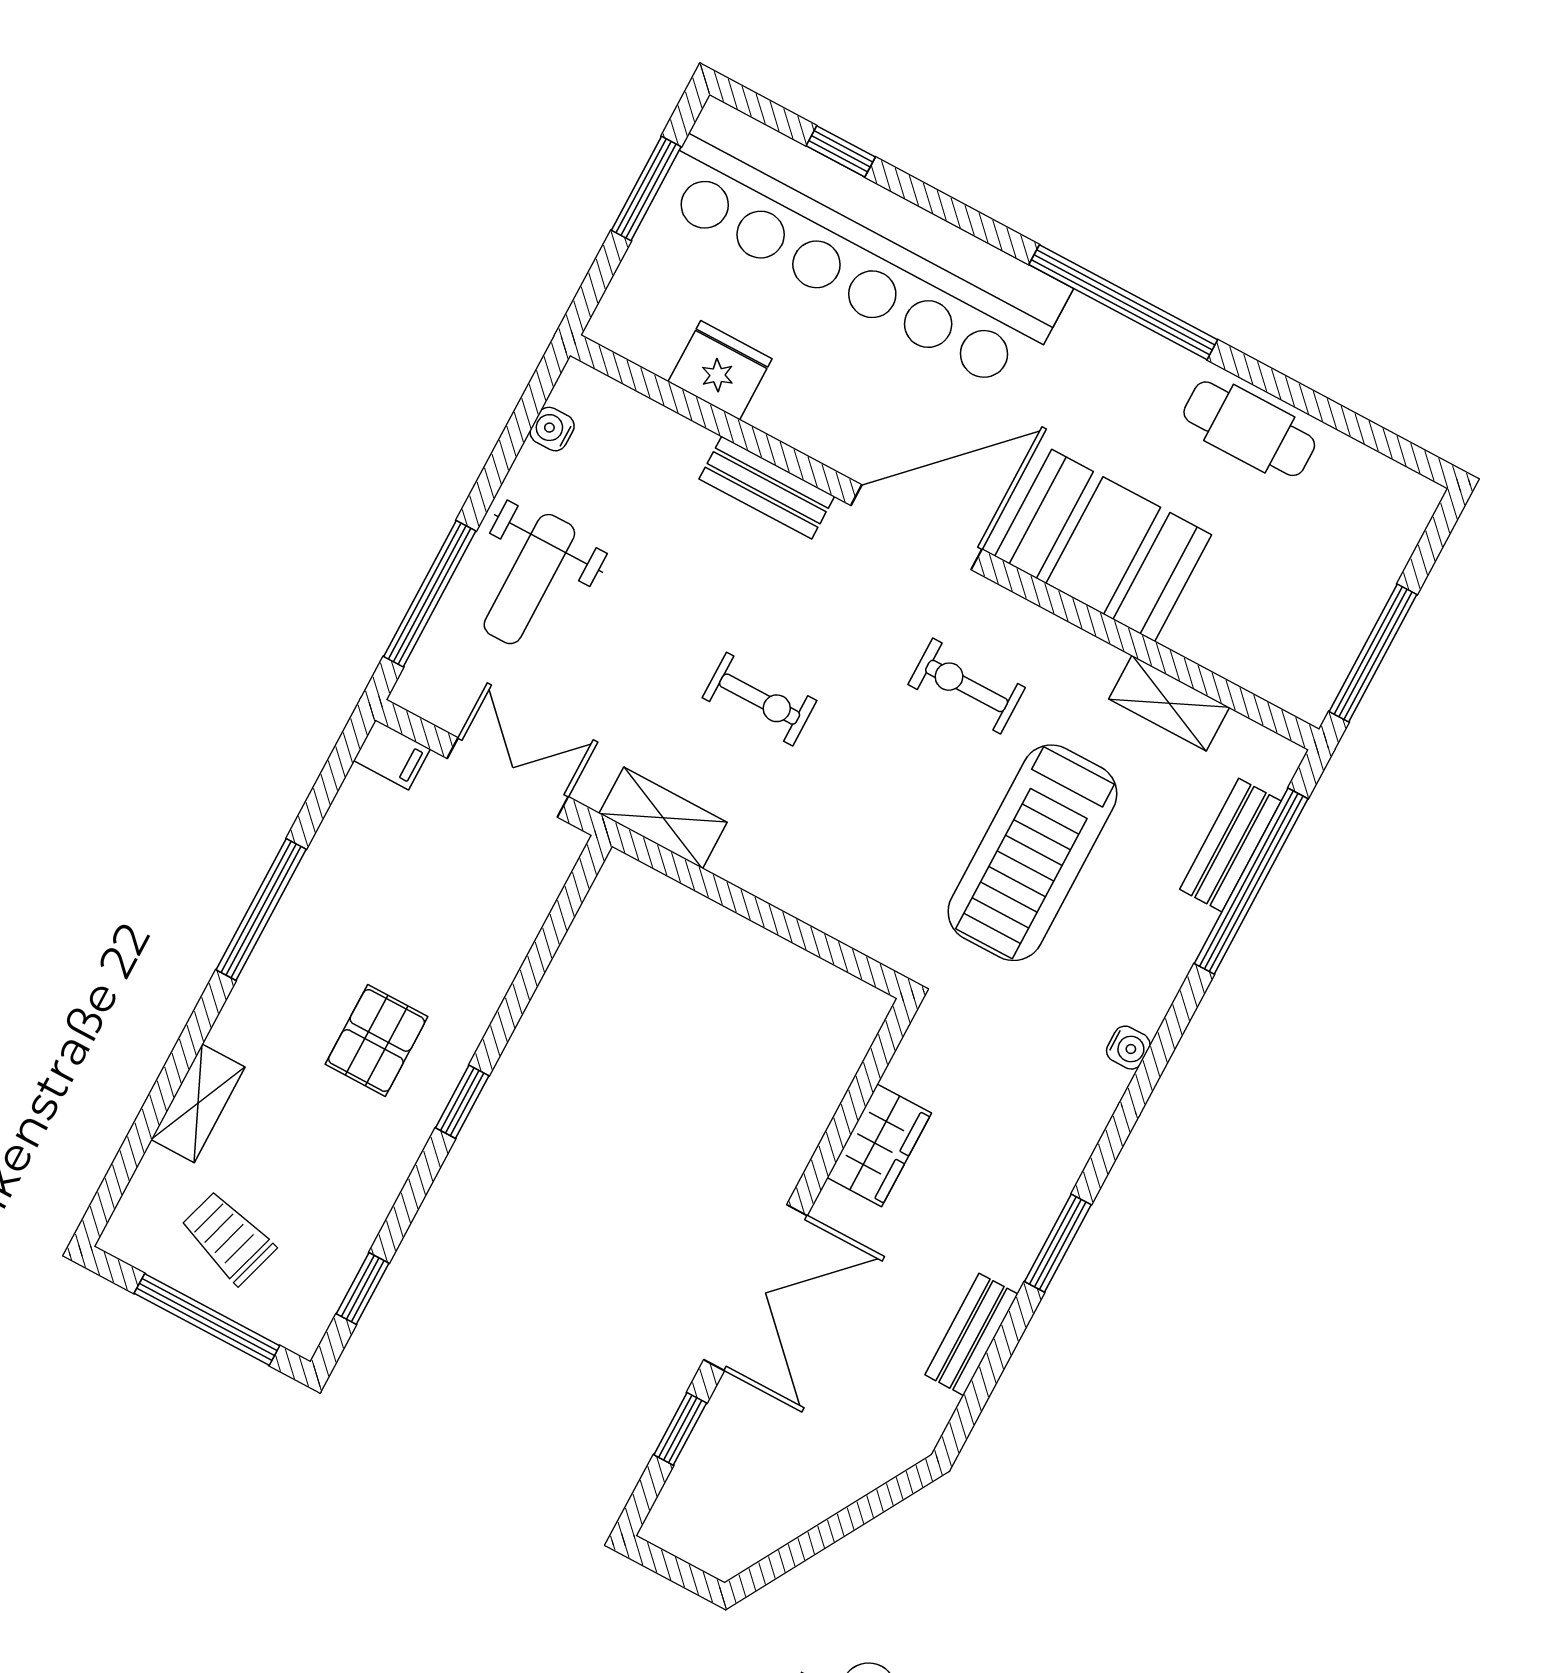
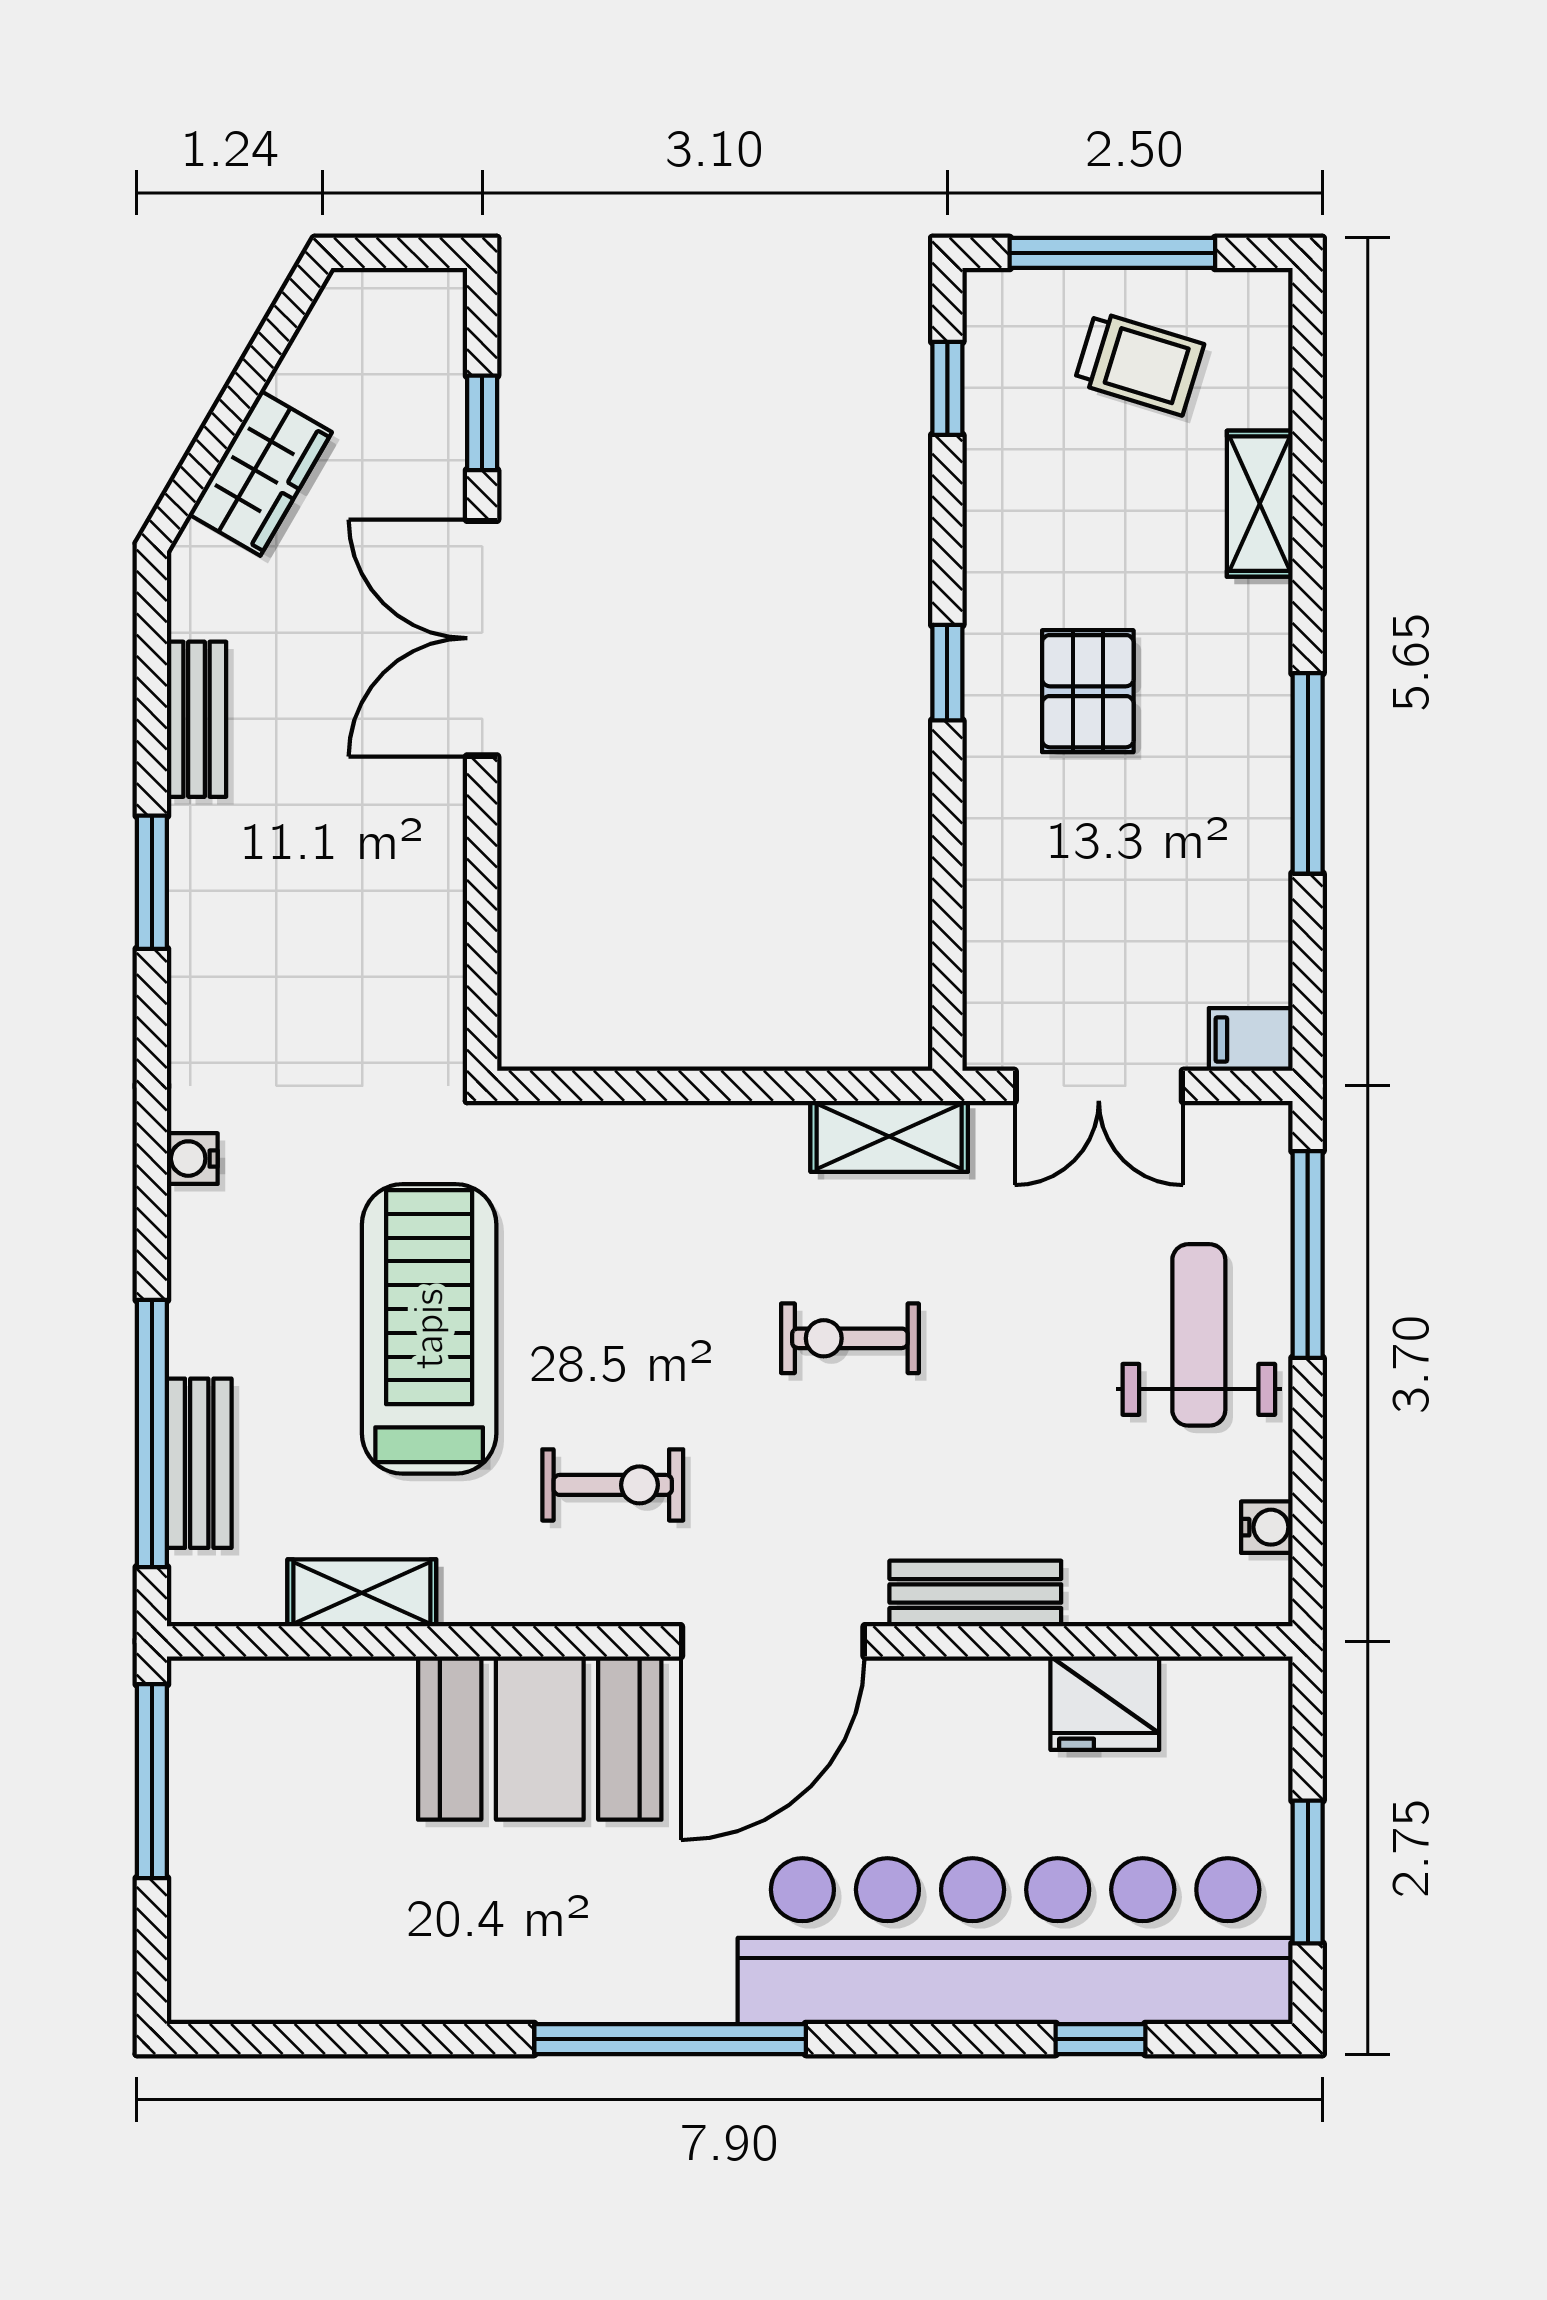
cafe table: (1249, 429) -> (441, 1969), removed
wardrobe: (879, 1145) -> (260, 473), moved, turned -150

